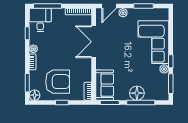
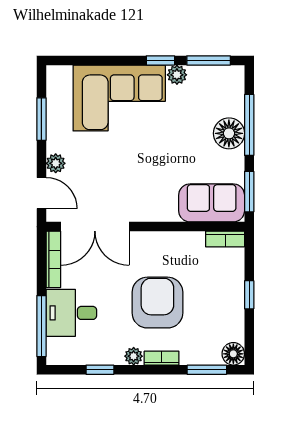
desk: (40, 20) -> (71, 313), moved
double door: (94, 42) -> (95, 227), moved
armchair: (58, 82) -> (157, 303), moved

